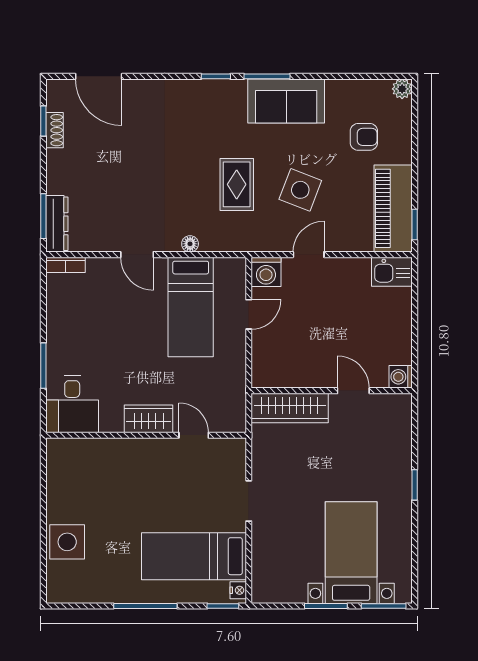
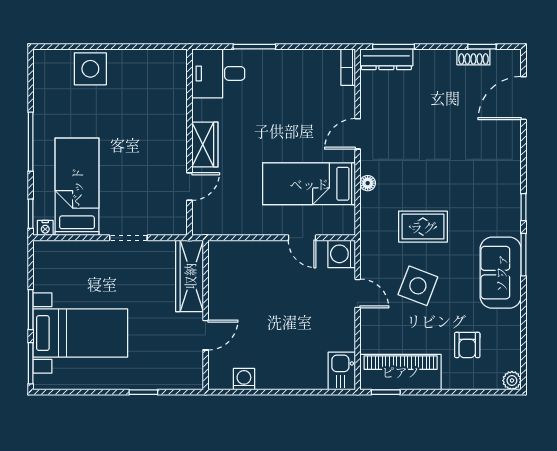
wall: (332, 391) -> (206, 315), moved
door: (353, 391) -> (206, 335), moved
wardrobe: (290, 408) -> (190, 276), moved

